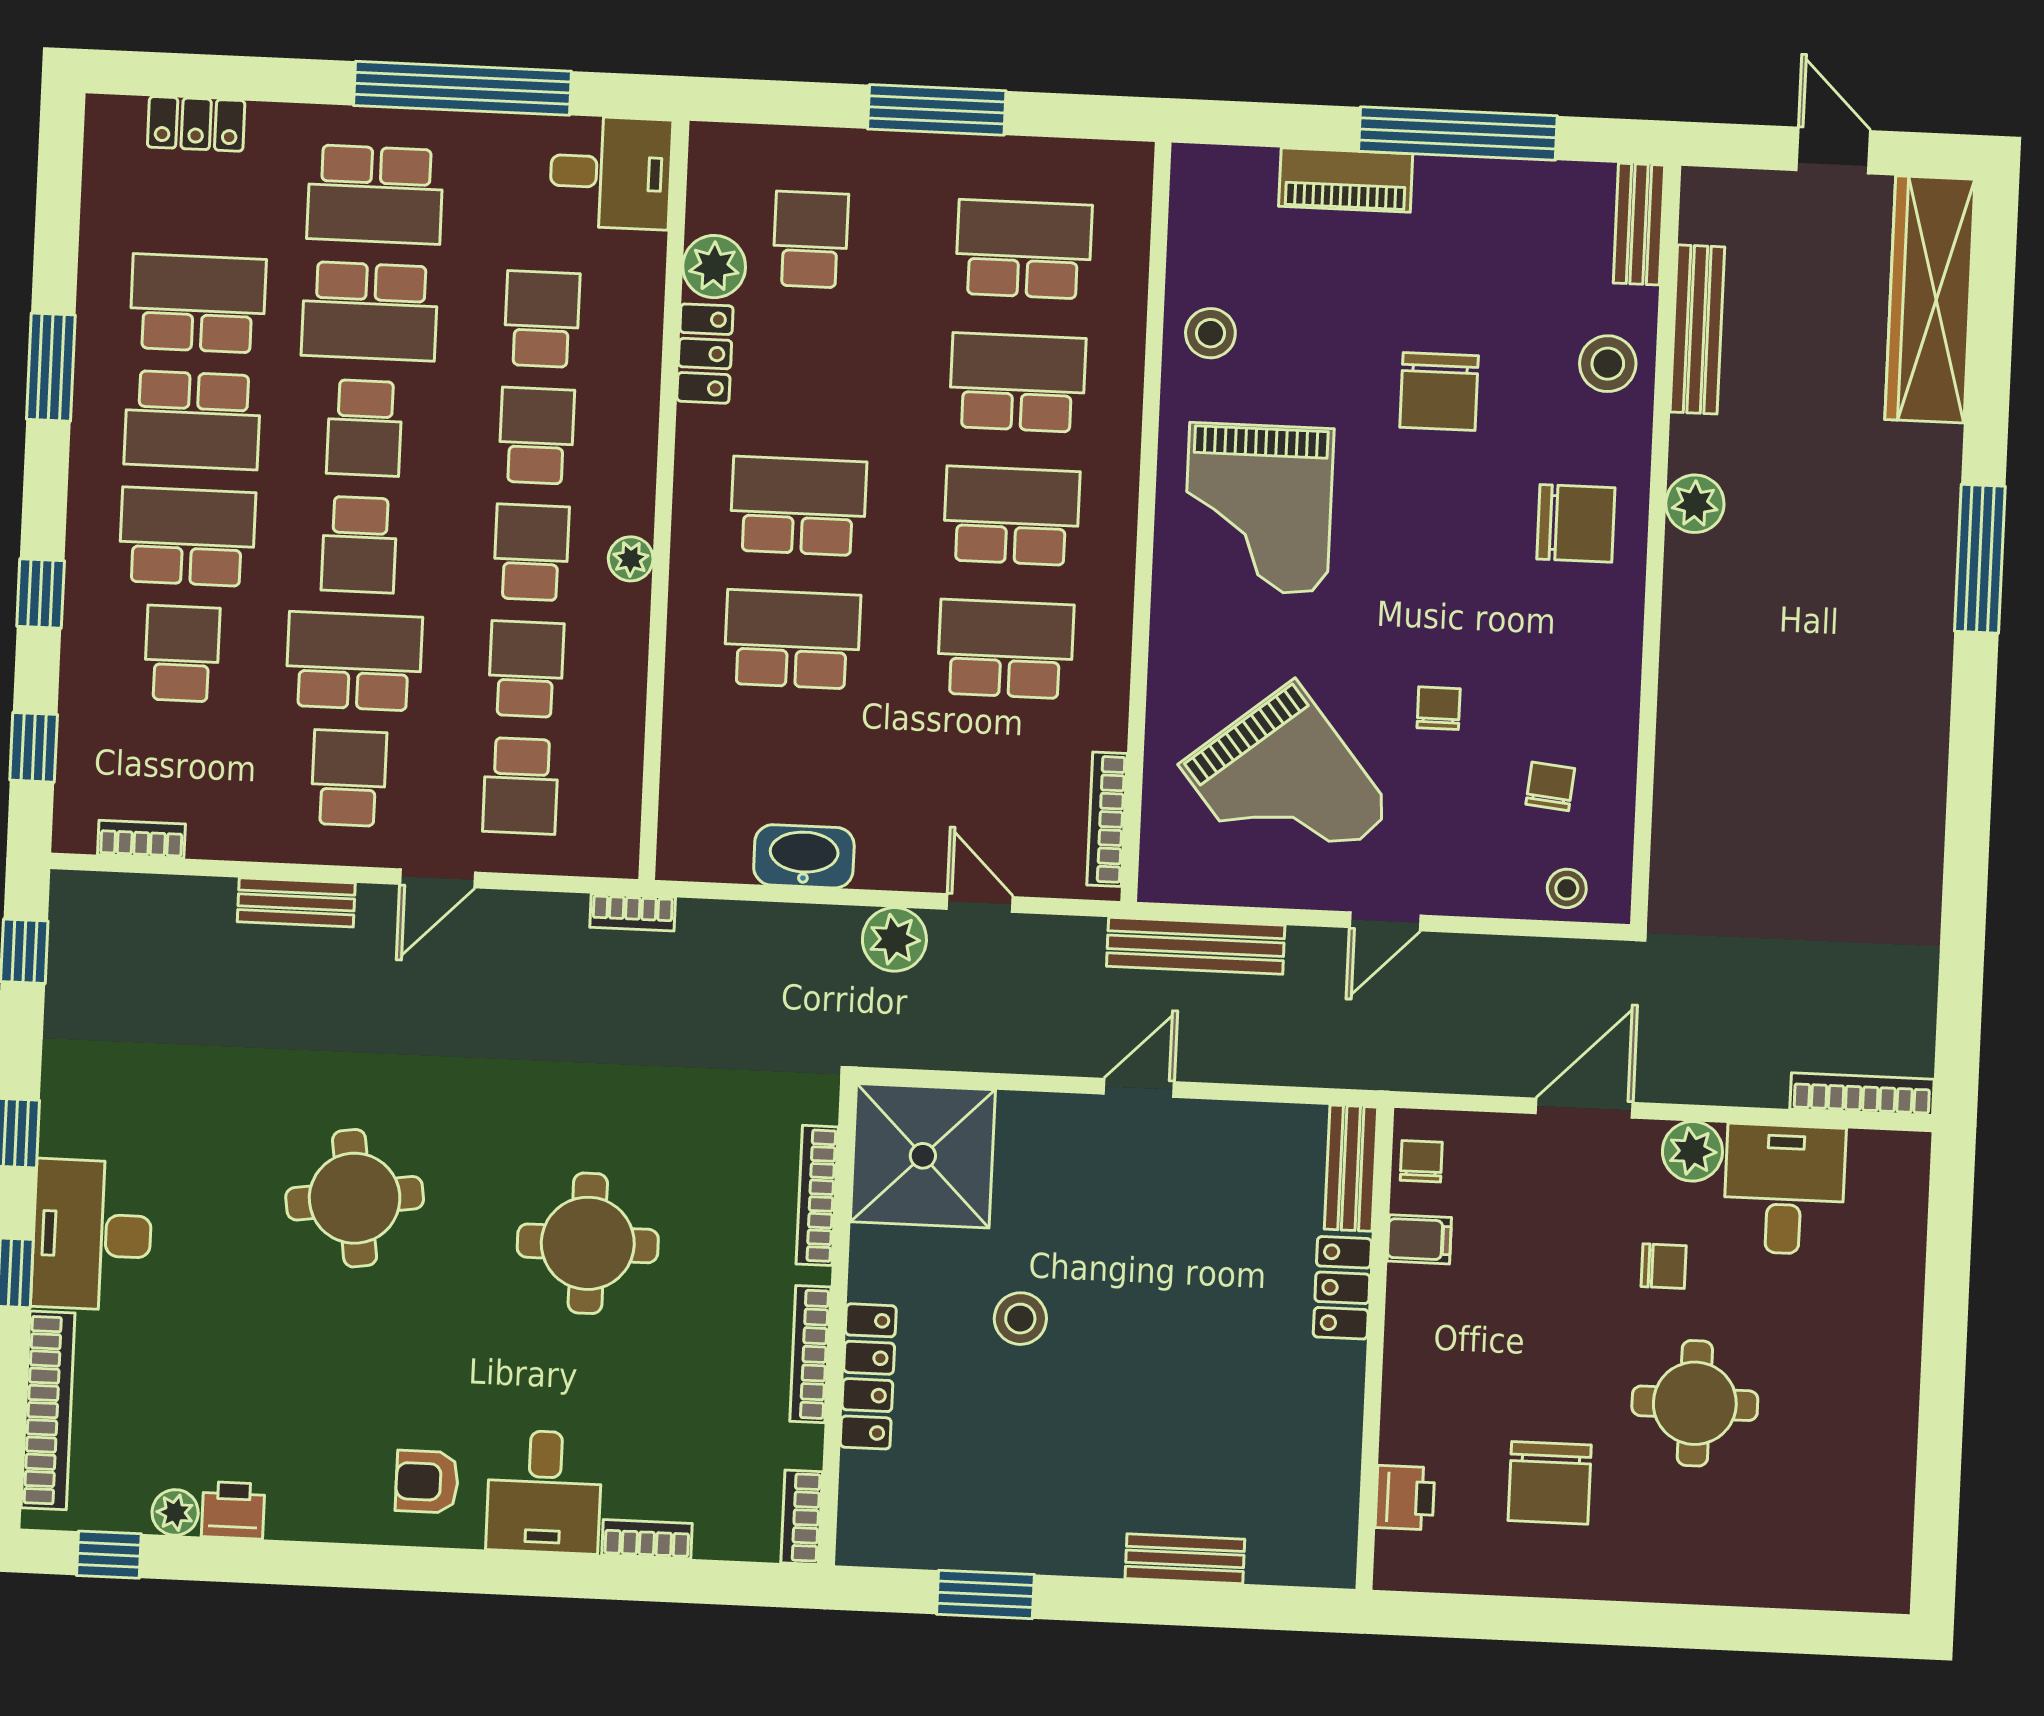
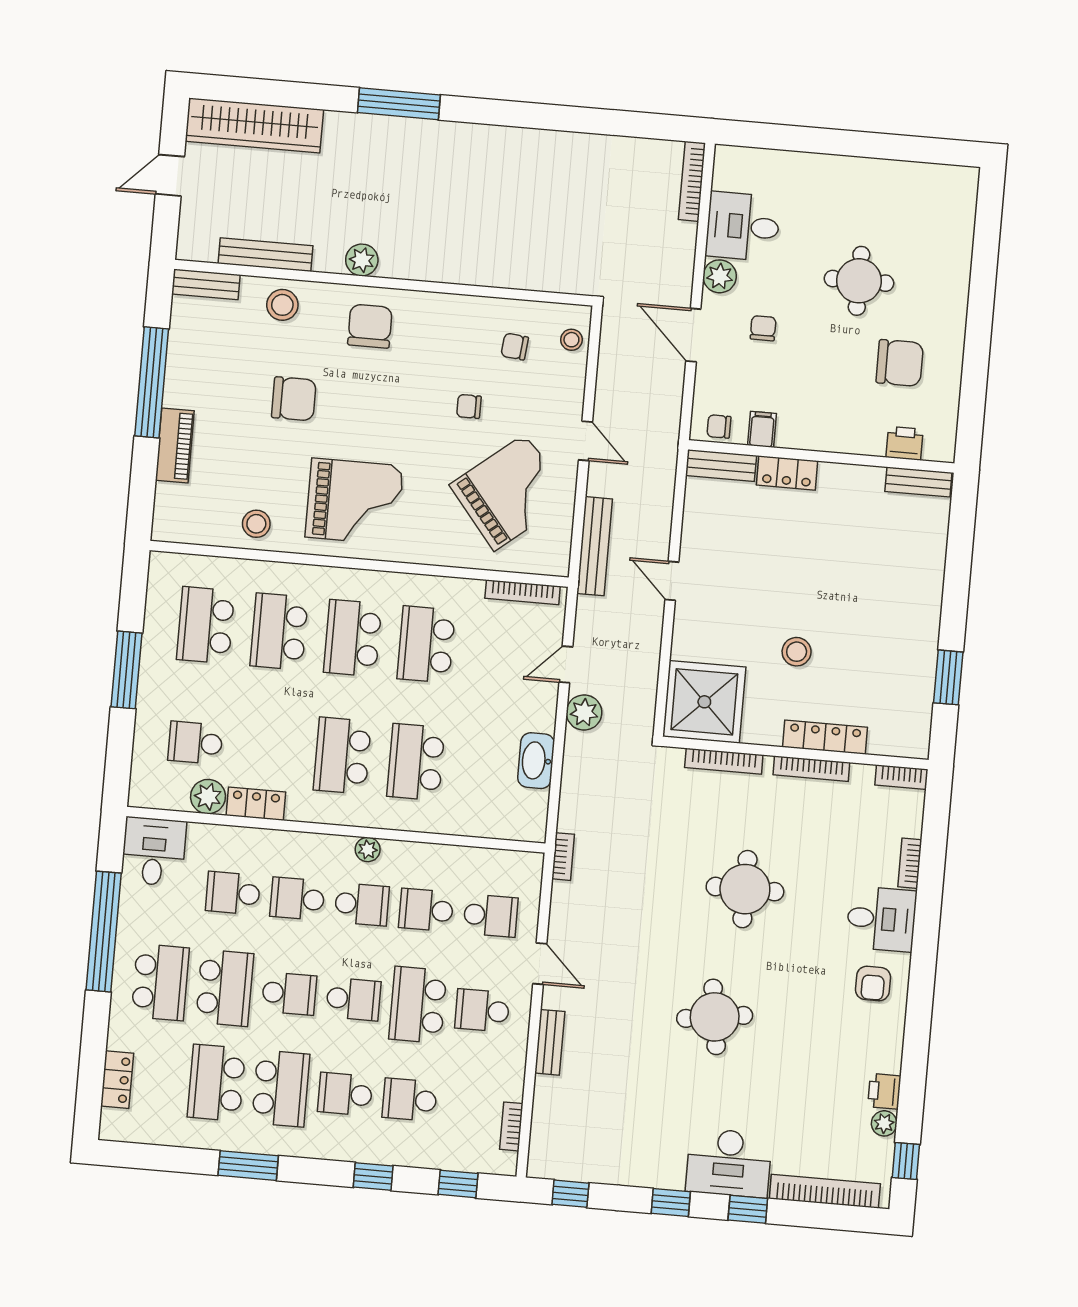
school desk: (187, 537) -> (345, 1094), width x0.54
school desk: (531, 552) -> (362, 904), turned 180
chair: (1664, 1266) -> (763, 328), moved
bench: (1185, 1559) -> (918, 482), moved, turned 90

